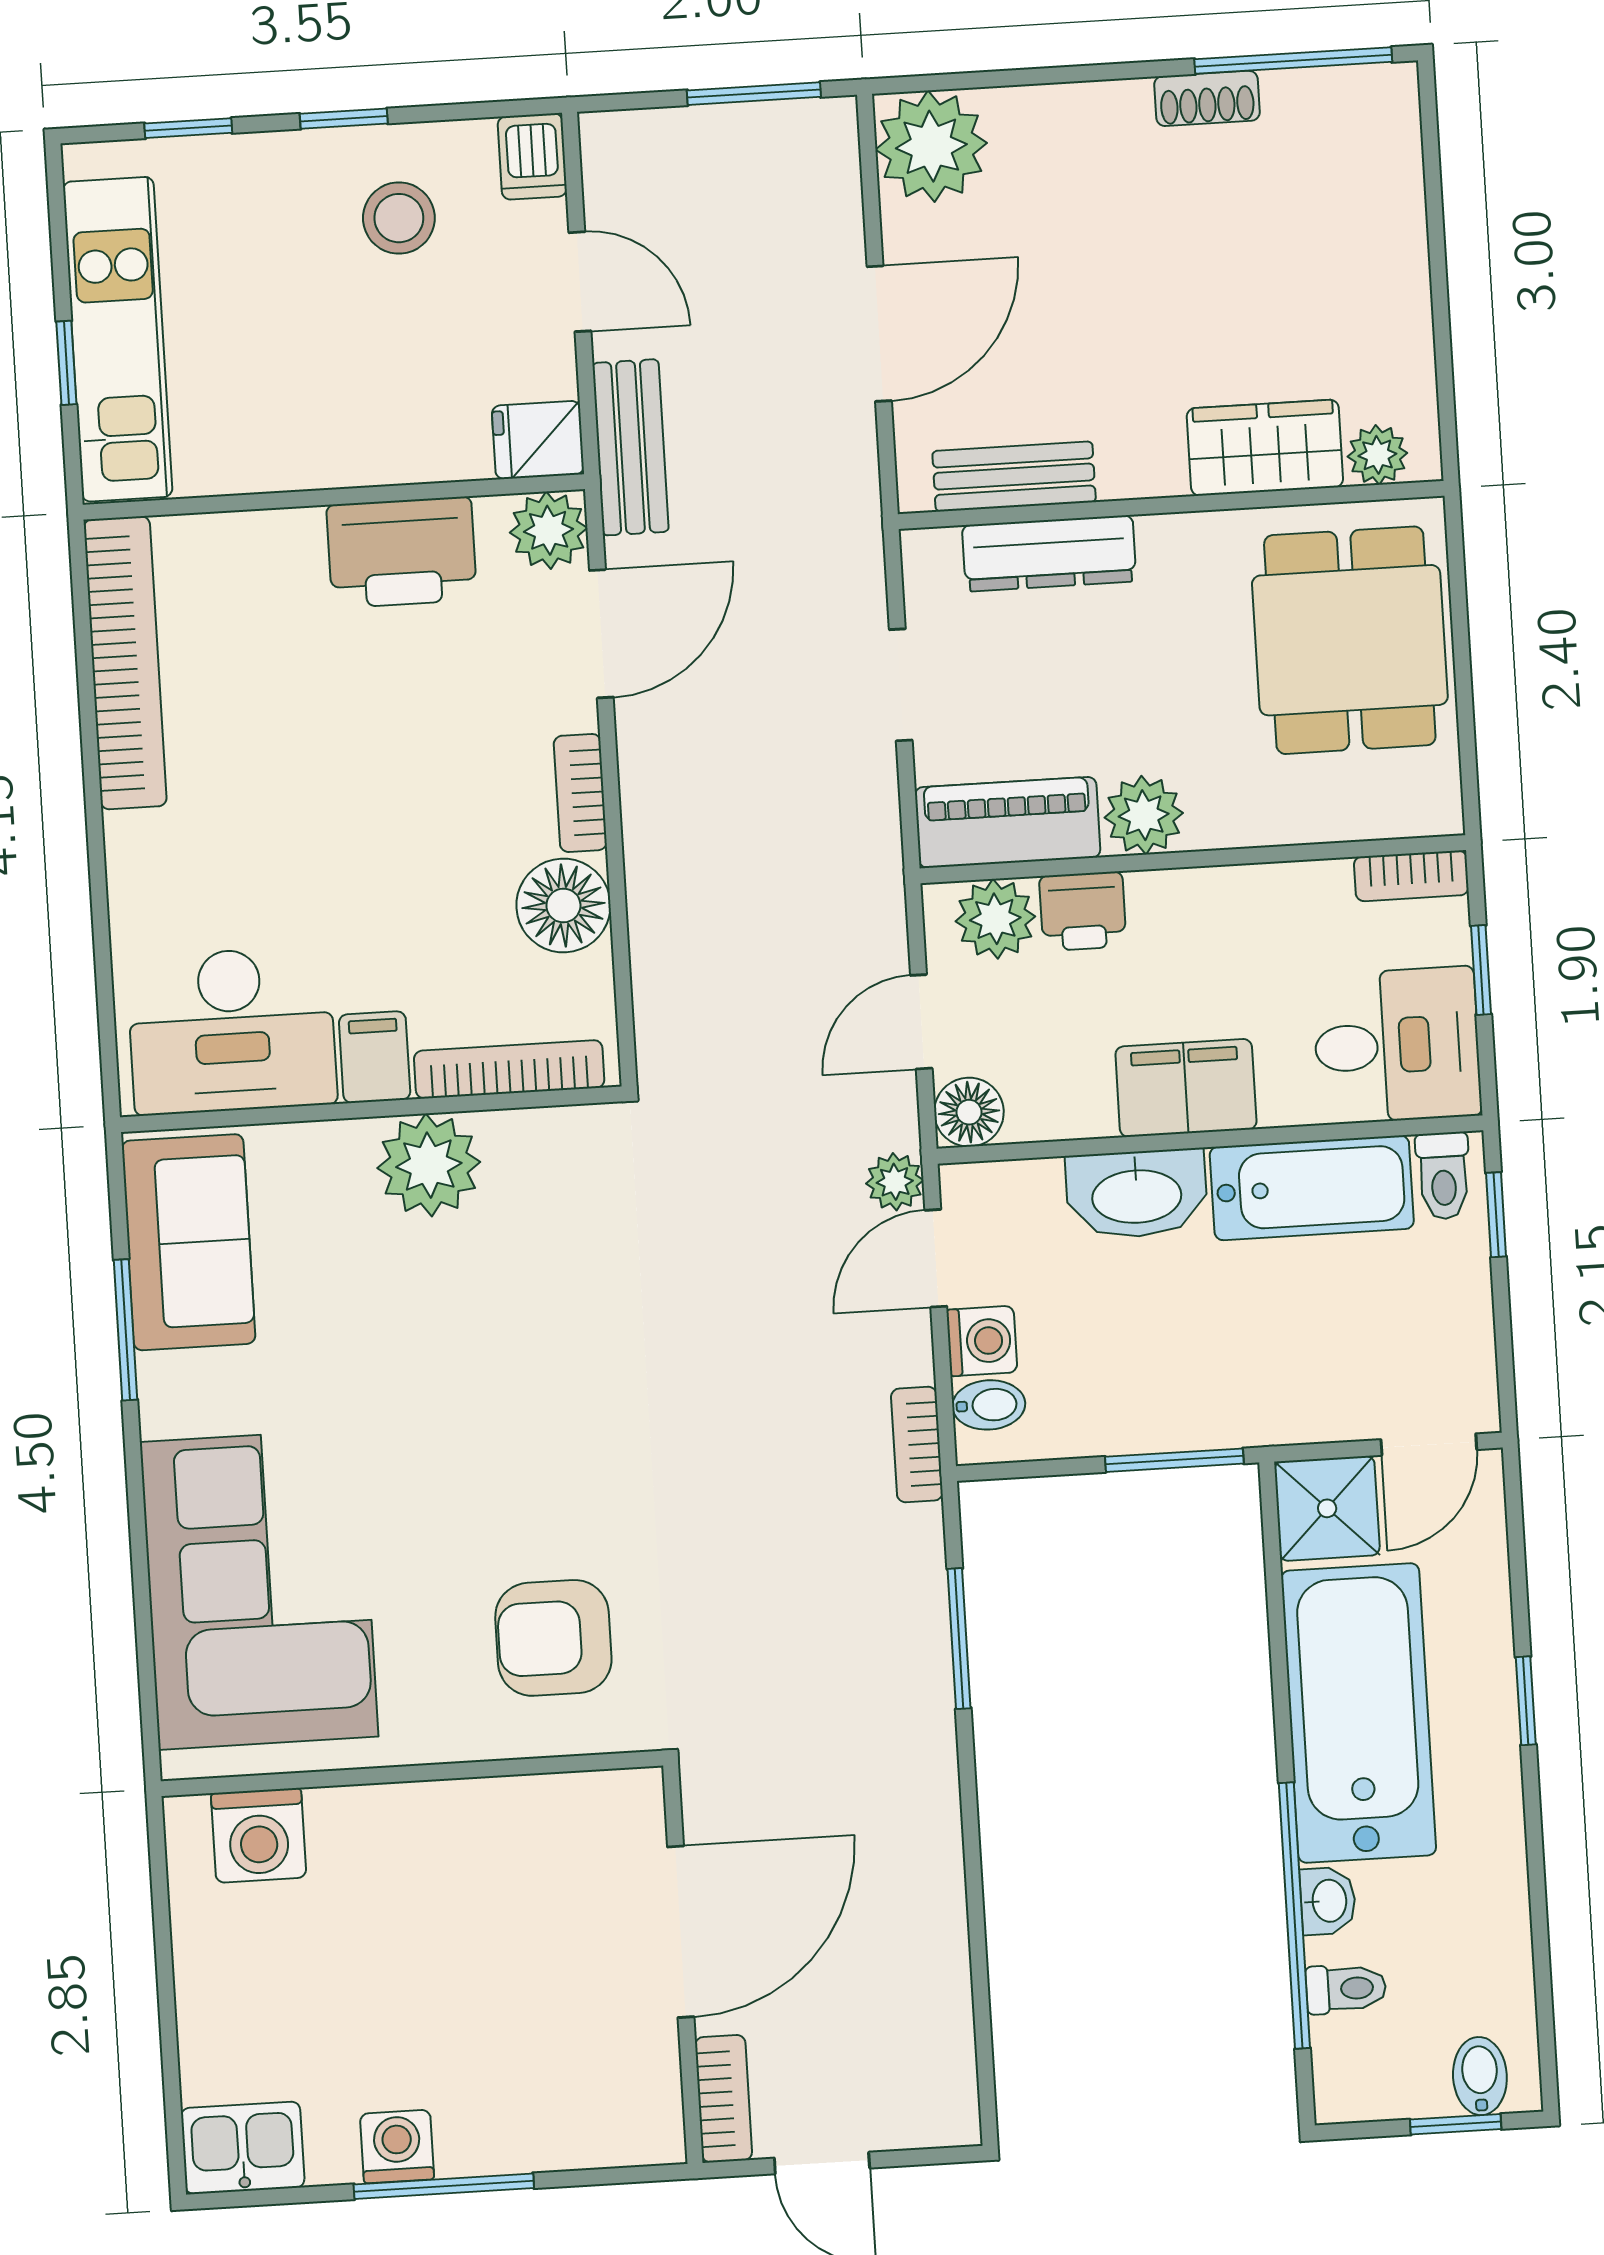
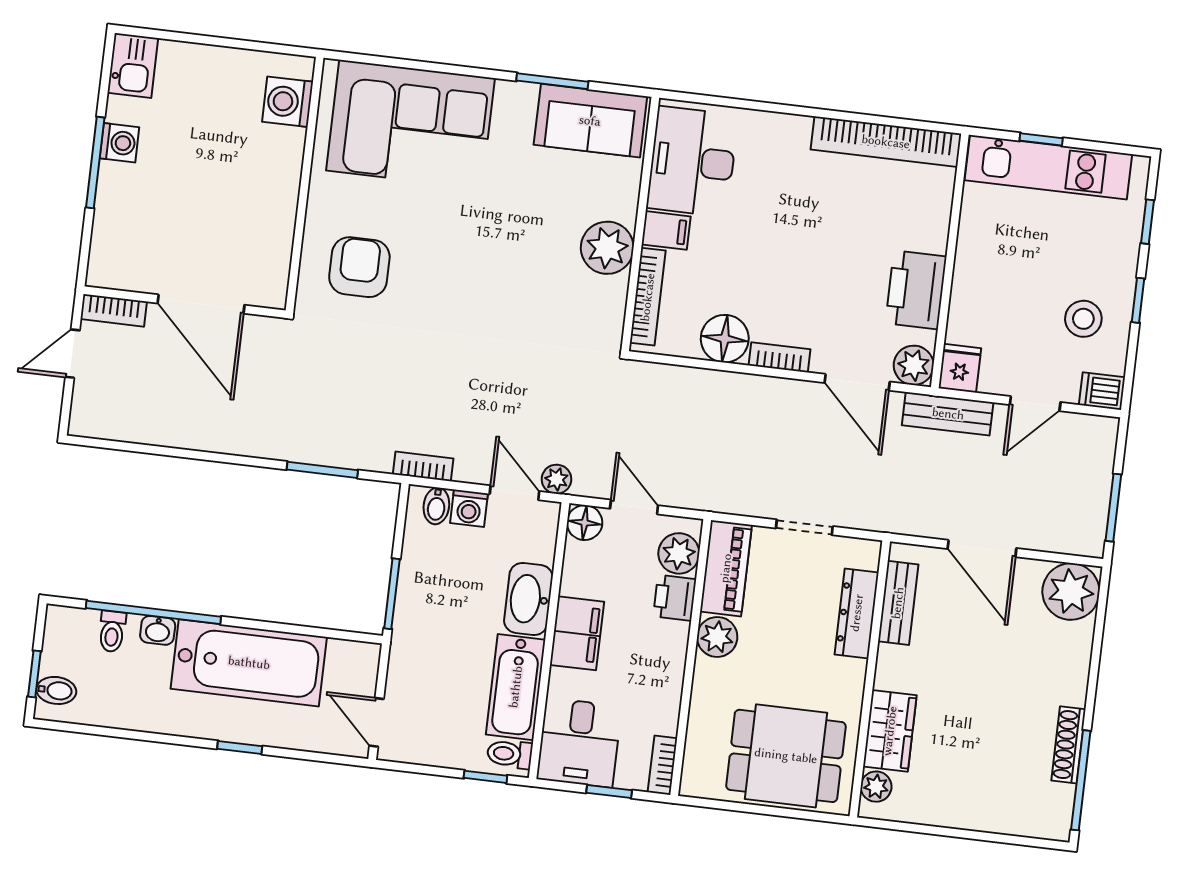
shoe rack: (1207, 98) -> (1068, 745), width x1.43
shower: (1327, 1508) -> (354, 666), removed

